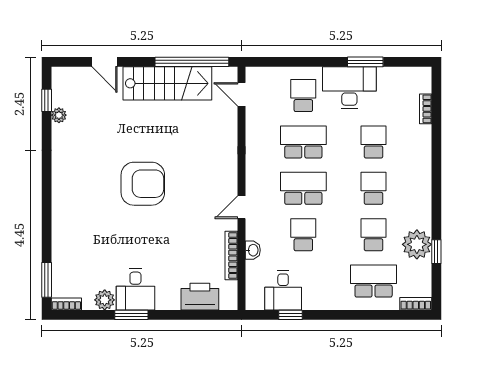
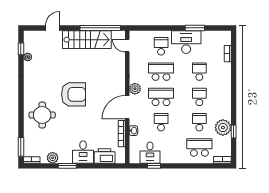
door: (105, 62) -> (53, 28), swing flipped
plant: (256, 173) -> (135, 89), added
door: (241, 207) -> (127, 107), width x1.87
round table: (85, 221) -> (42, 115), added
desk: (135, 289) -> (83, 152), moved

